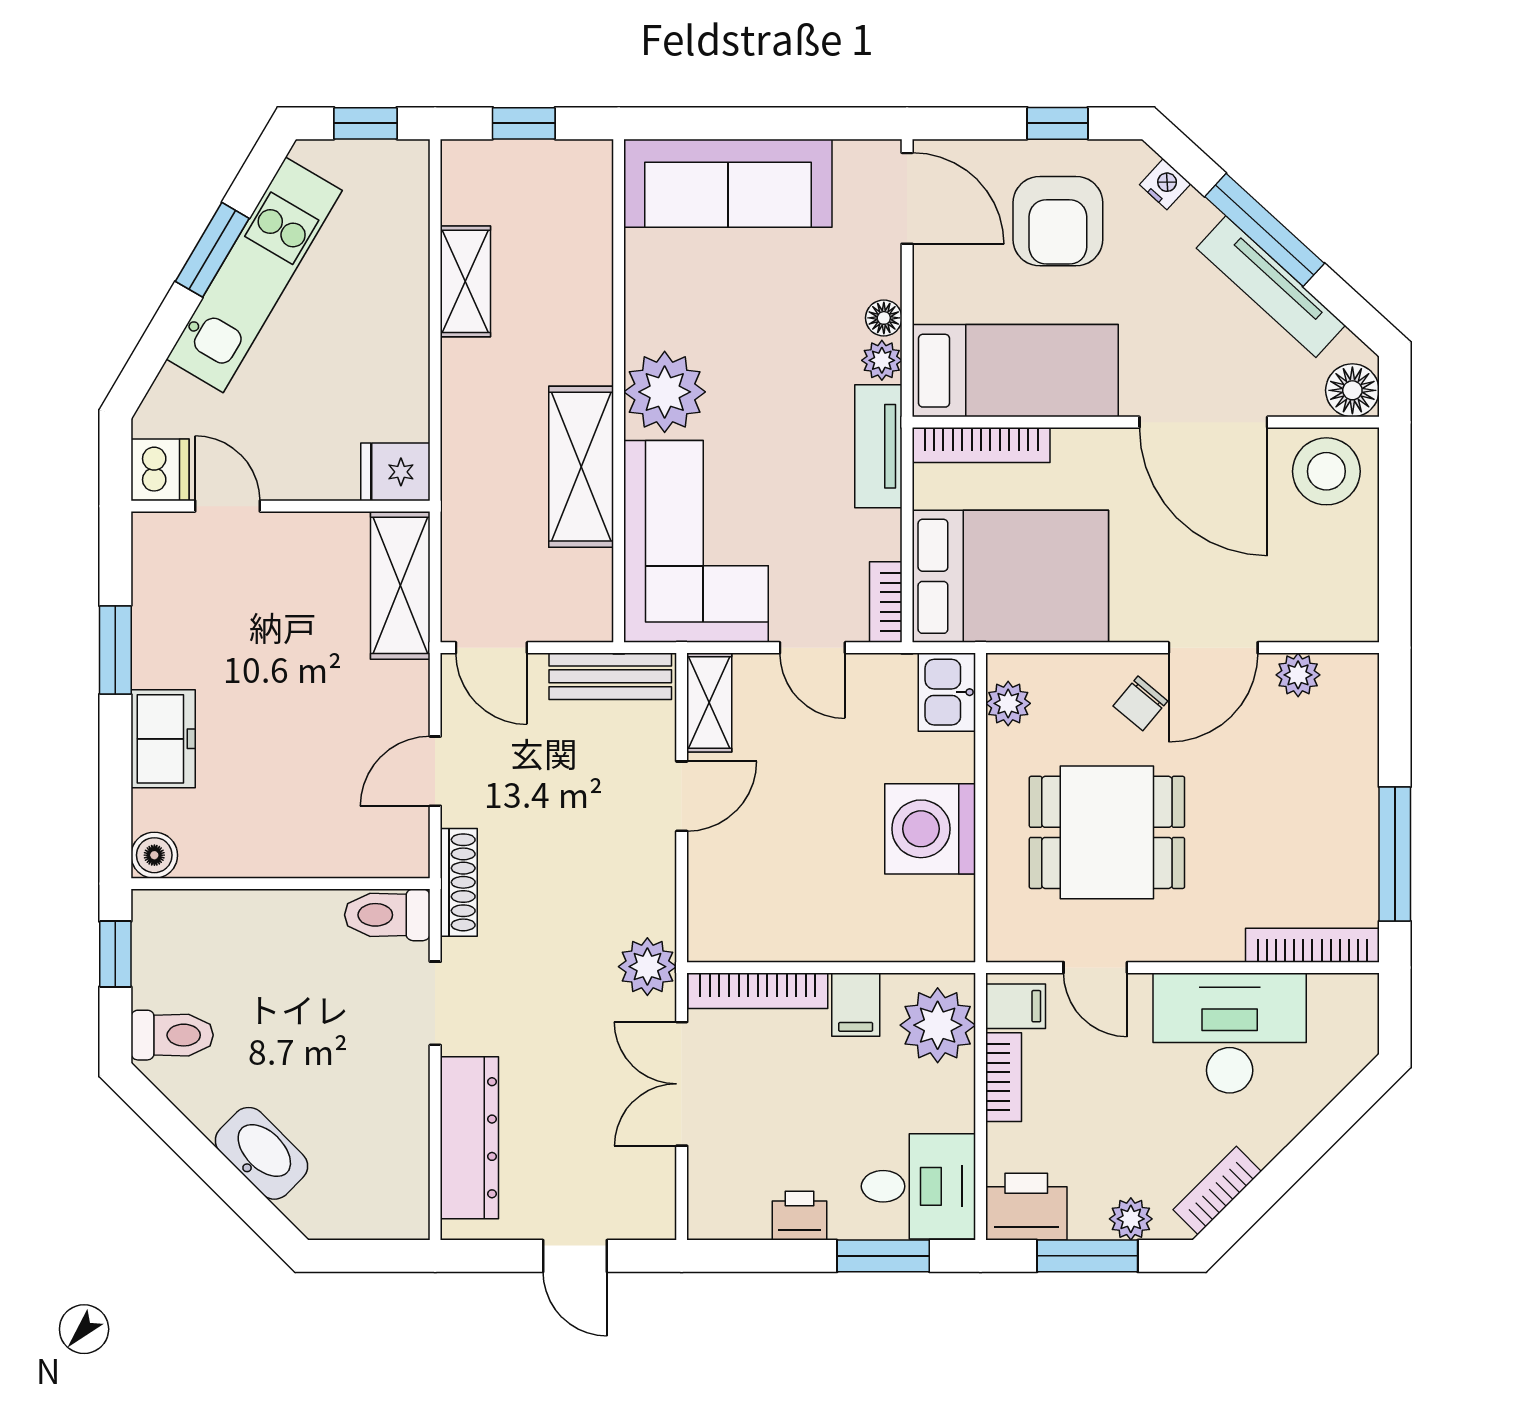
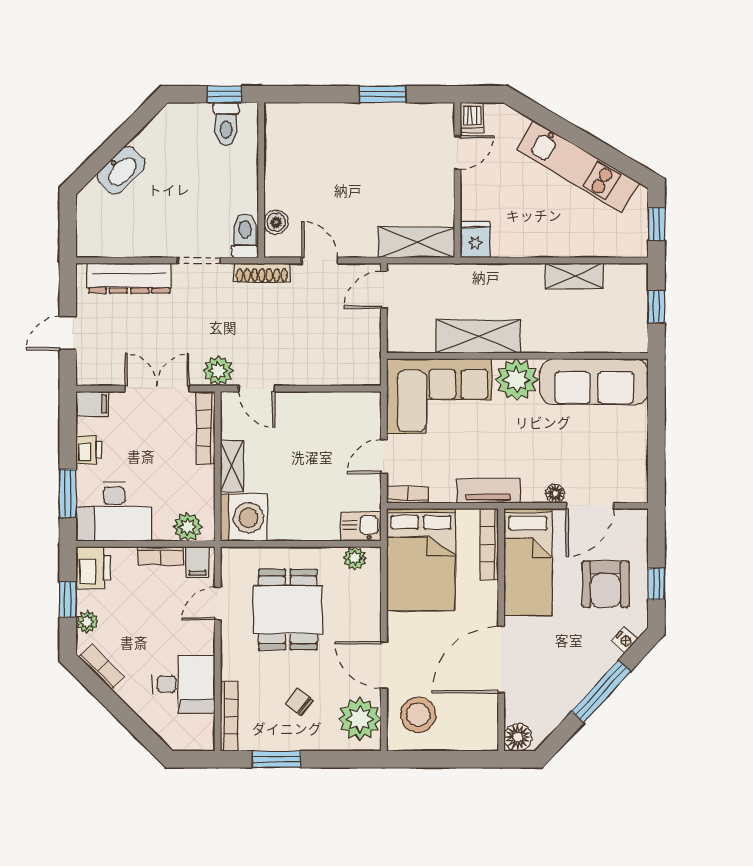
sofa: (728, 183) -> (594, 382), moved, turned -90
door: (907, 198) -> (590, 506), moved
armchair: (1058, 221) -> (606, 584), turned -90
window: (212, 250) -> (591, 145), removed
tv unit: (1271, 287) -> (571, 695), removed
plant: (882, 360) -> (533, 493), removed
dishwasher: (160, 470) -> (472, 117), width x0.73
stool: (1326, 471) -> (418, 715), moved
plant: (1298, 675) -> (360, 719), width x1.88, depth x1.88
bench: (610, 676) -> (369, 351), removed
shelving: (709, 703) -> (232, 466), moved, turned 90
chair: (1140, 703) -> (299, 702), moved
freezer: (163, 739) -> (336, 119), removed
door: (682, 796) -> (257, 389), moved
washing machine: (930, 829) -> (244, 518), moved, turned 90
window: (1395, 854) -> (277, 759), width x0.69
boiler: (154, 855) -> (276, 222), moved
filing cabinet: (856, 1005) -> (92, 404), moved, turned 180
plant: (938, 1025) -> (188, 527), width x0.73, depth x0.73
desk: (1230, 1033) -> (184, 684), width x0.73
toilet: (172, 1035) -> (226, 124), moved
desk: (918, 1186) -> (114, 512), width x1.37
window: (1087, 1256) -> (68, 599), width x0.67

